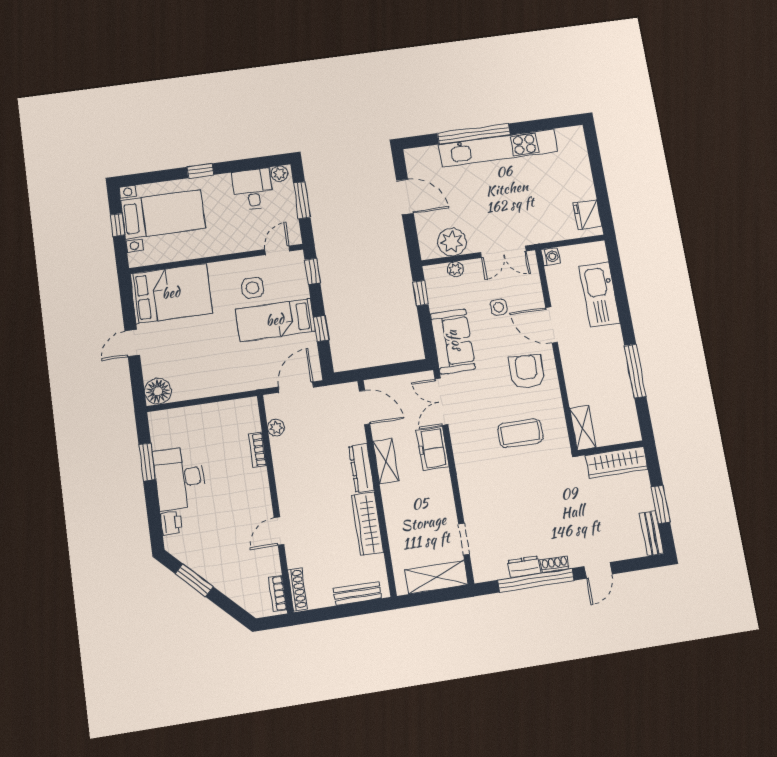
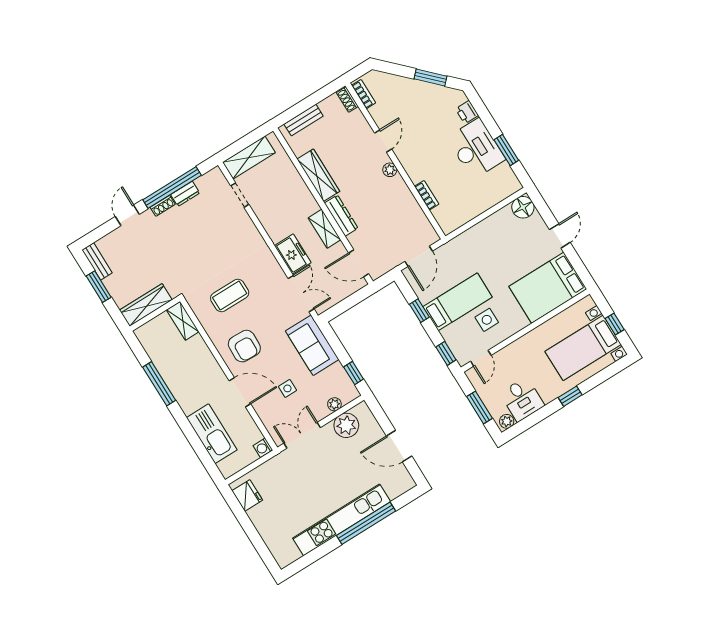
plant: (276, 428) -> (390, 170), moved
shoe rack: (297, 589) -> (347, 99), width x0.70

